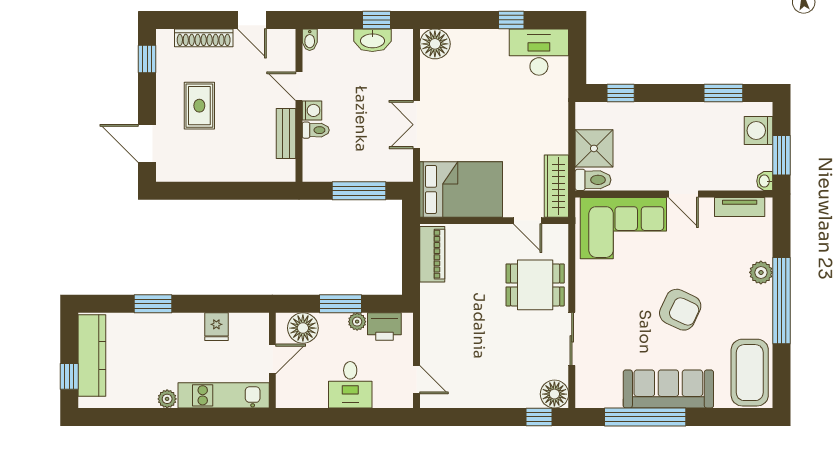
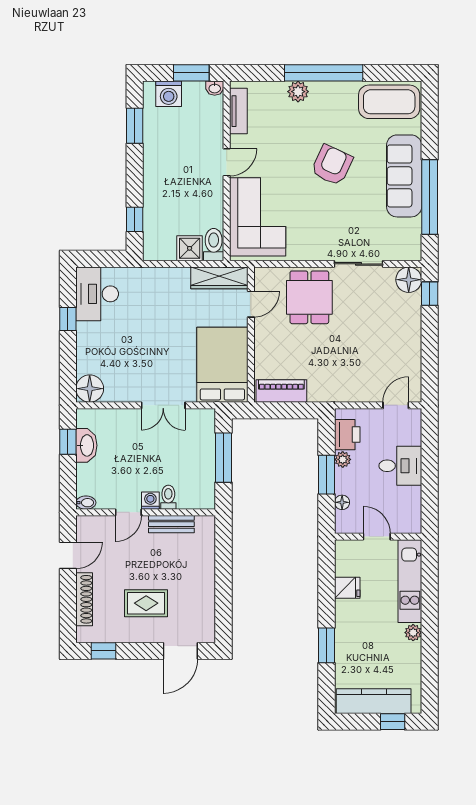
shower: (594, 148) -> (190, 248), width x0.73, depth x0.73
floor lamp: (303, 328) -> (342, 502), width x0.53, depth x0.53

